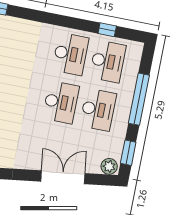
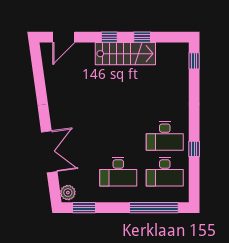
window: (107, 30) -> (194, 149), moved
window: (139, 99) -> (154, 208), moved
desk: (61, 102) -> (118, 136), removed

